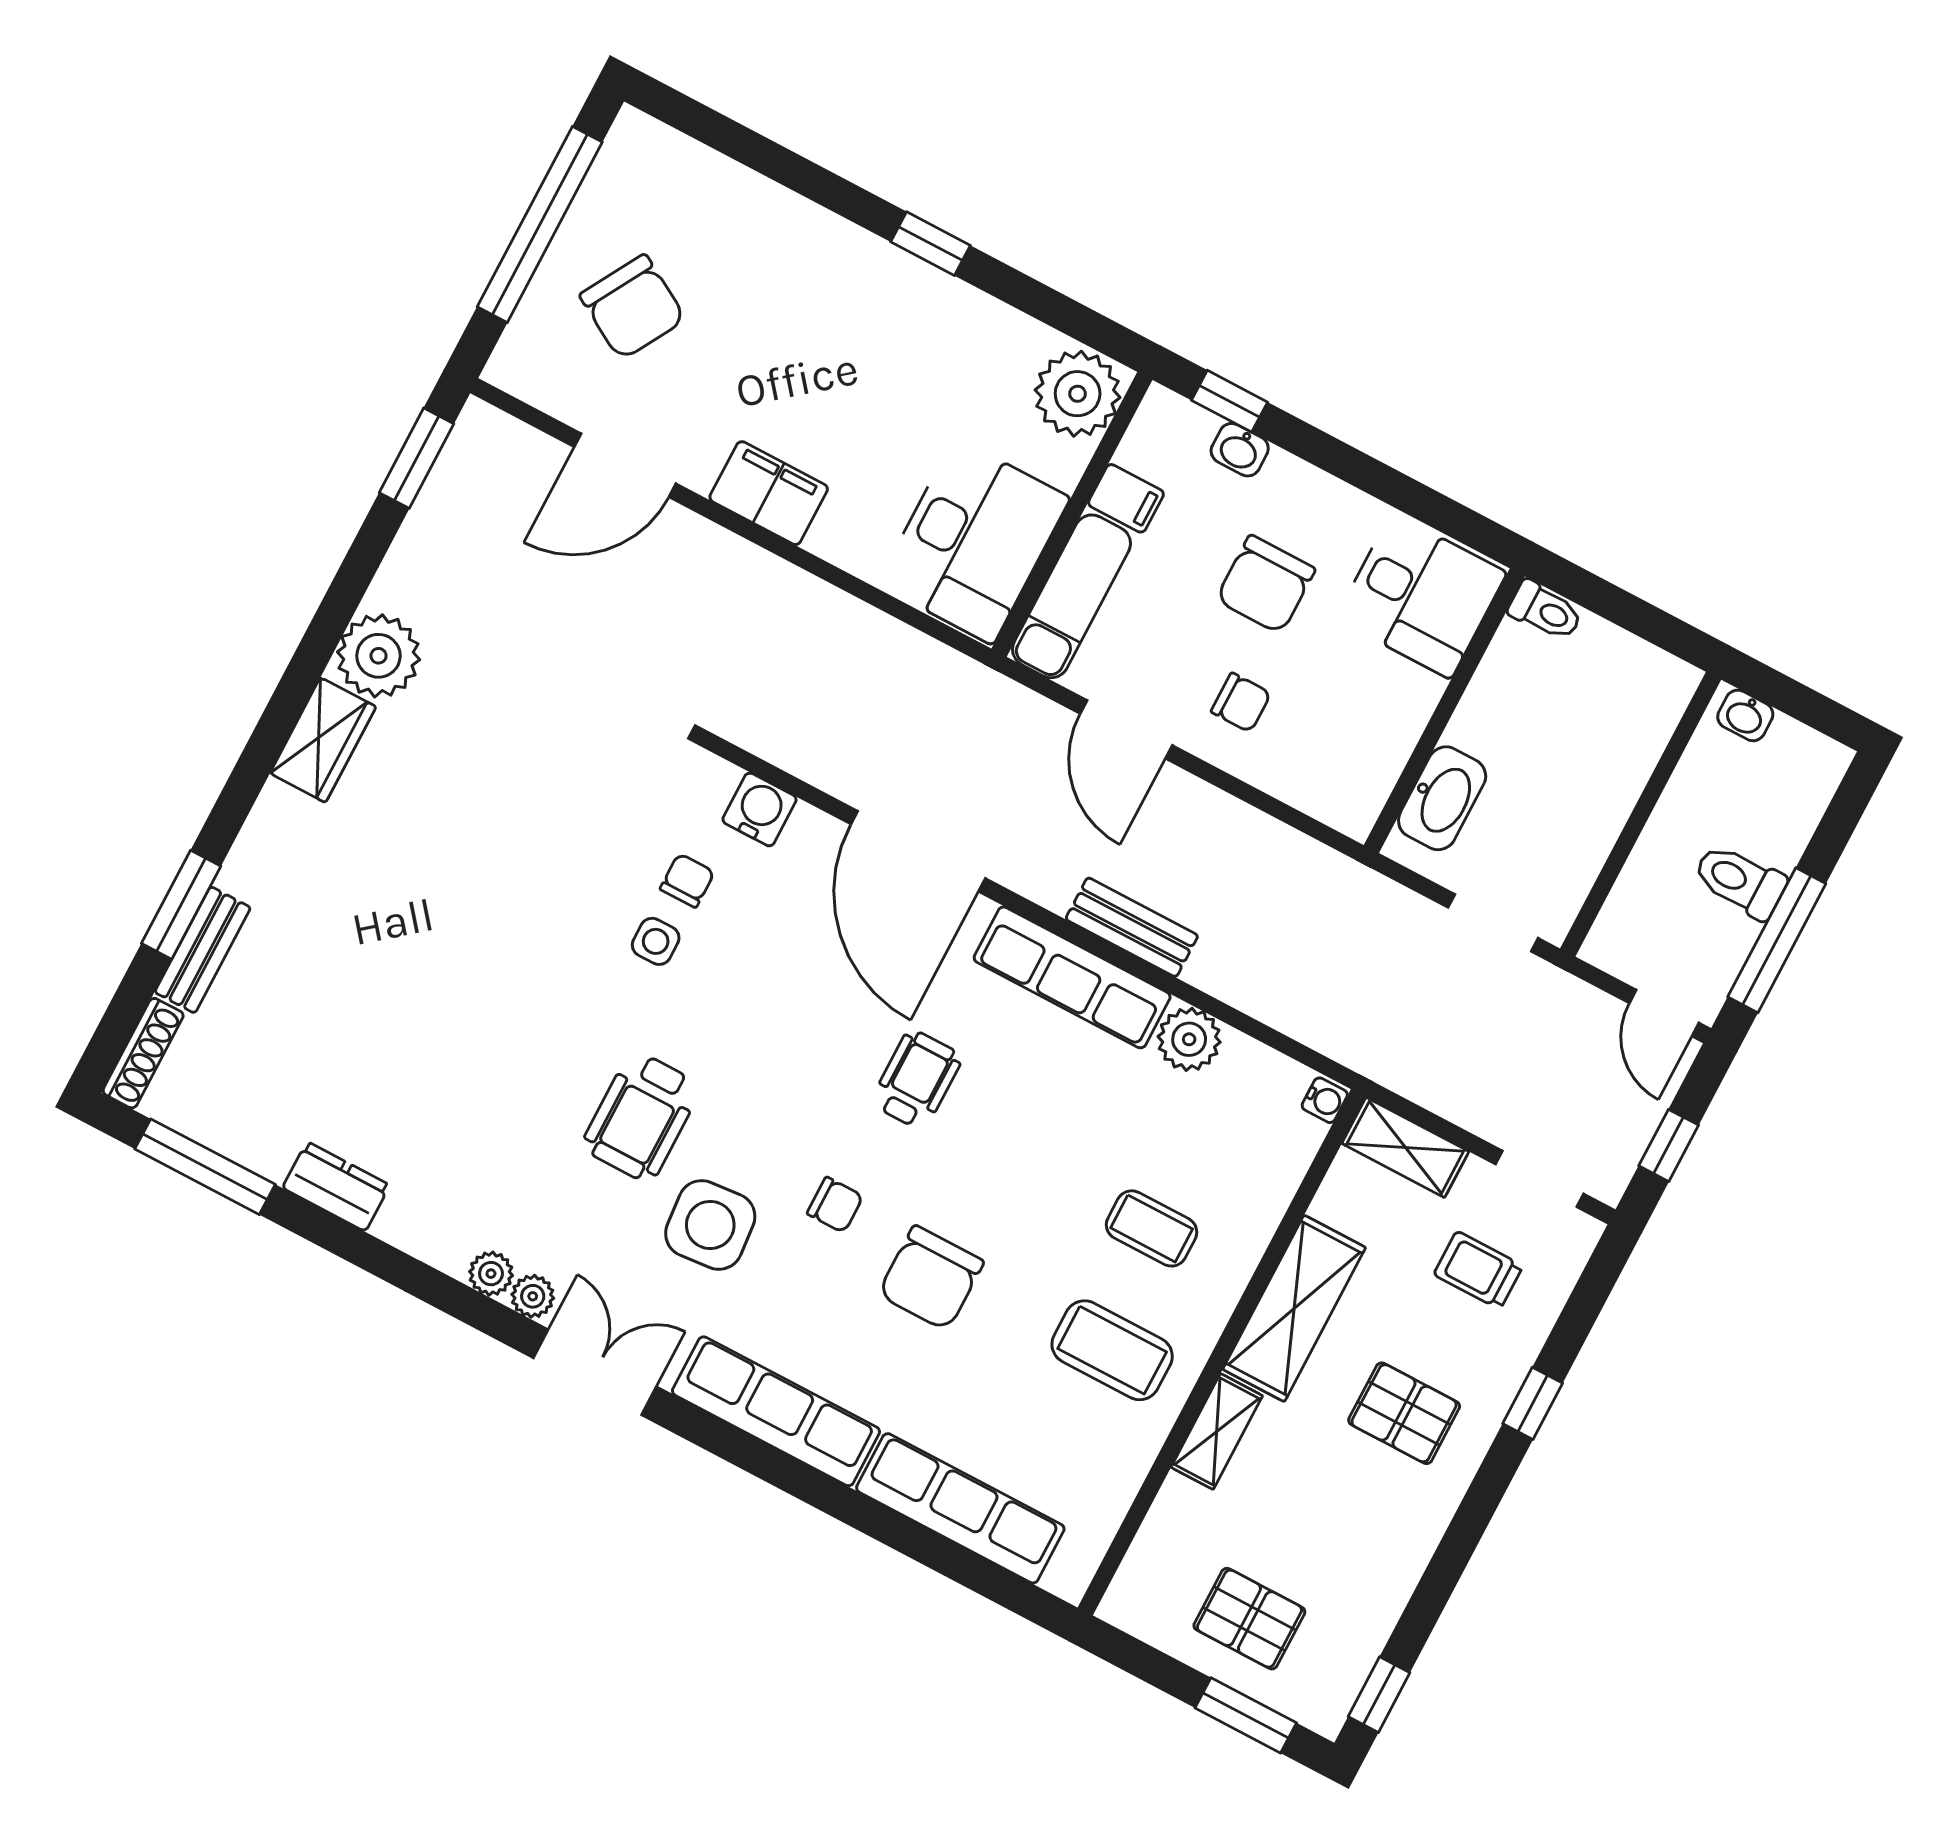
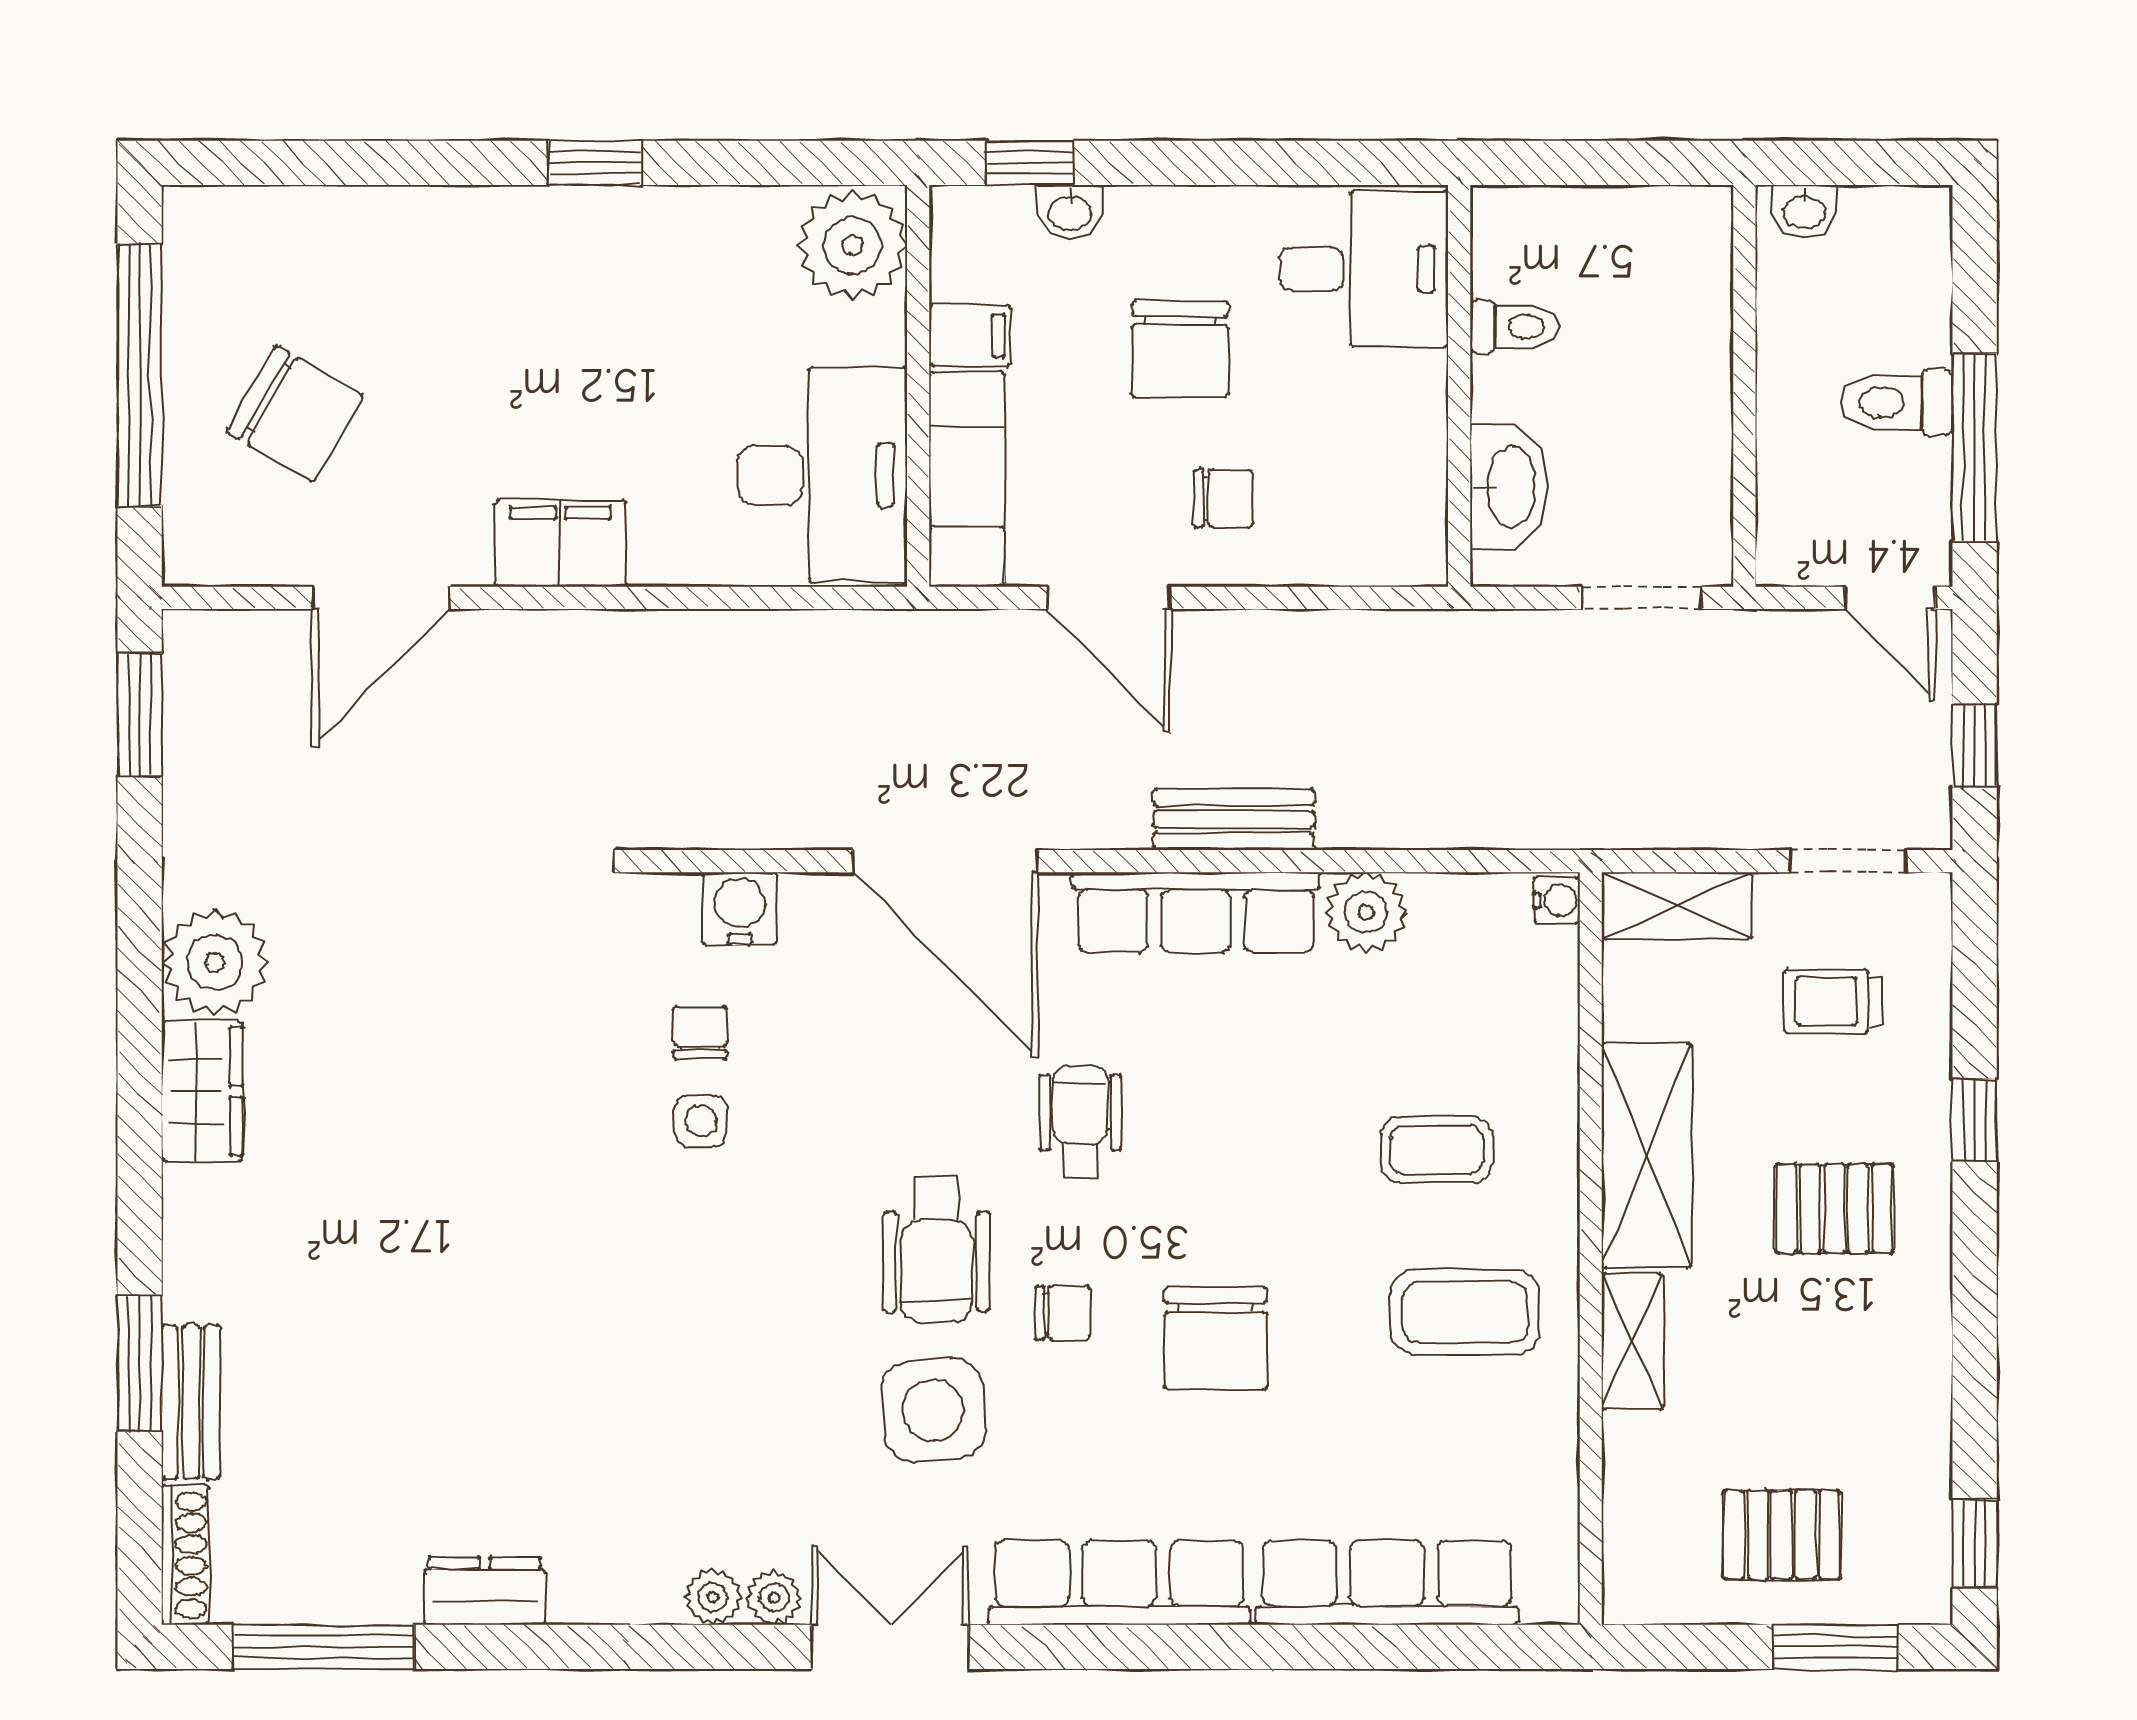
toilet: (1545, 611) -> (1514, 327), moved
wheelchair: (641, 1117) -> (937, 1250), moved

